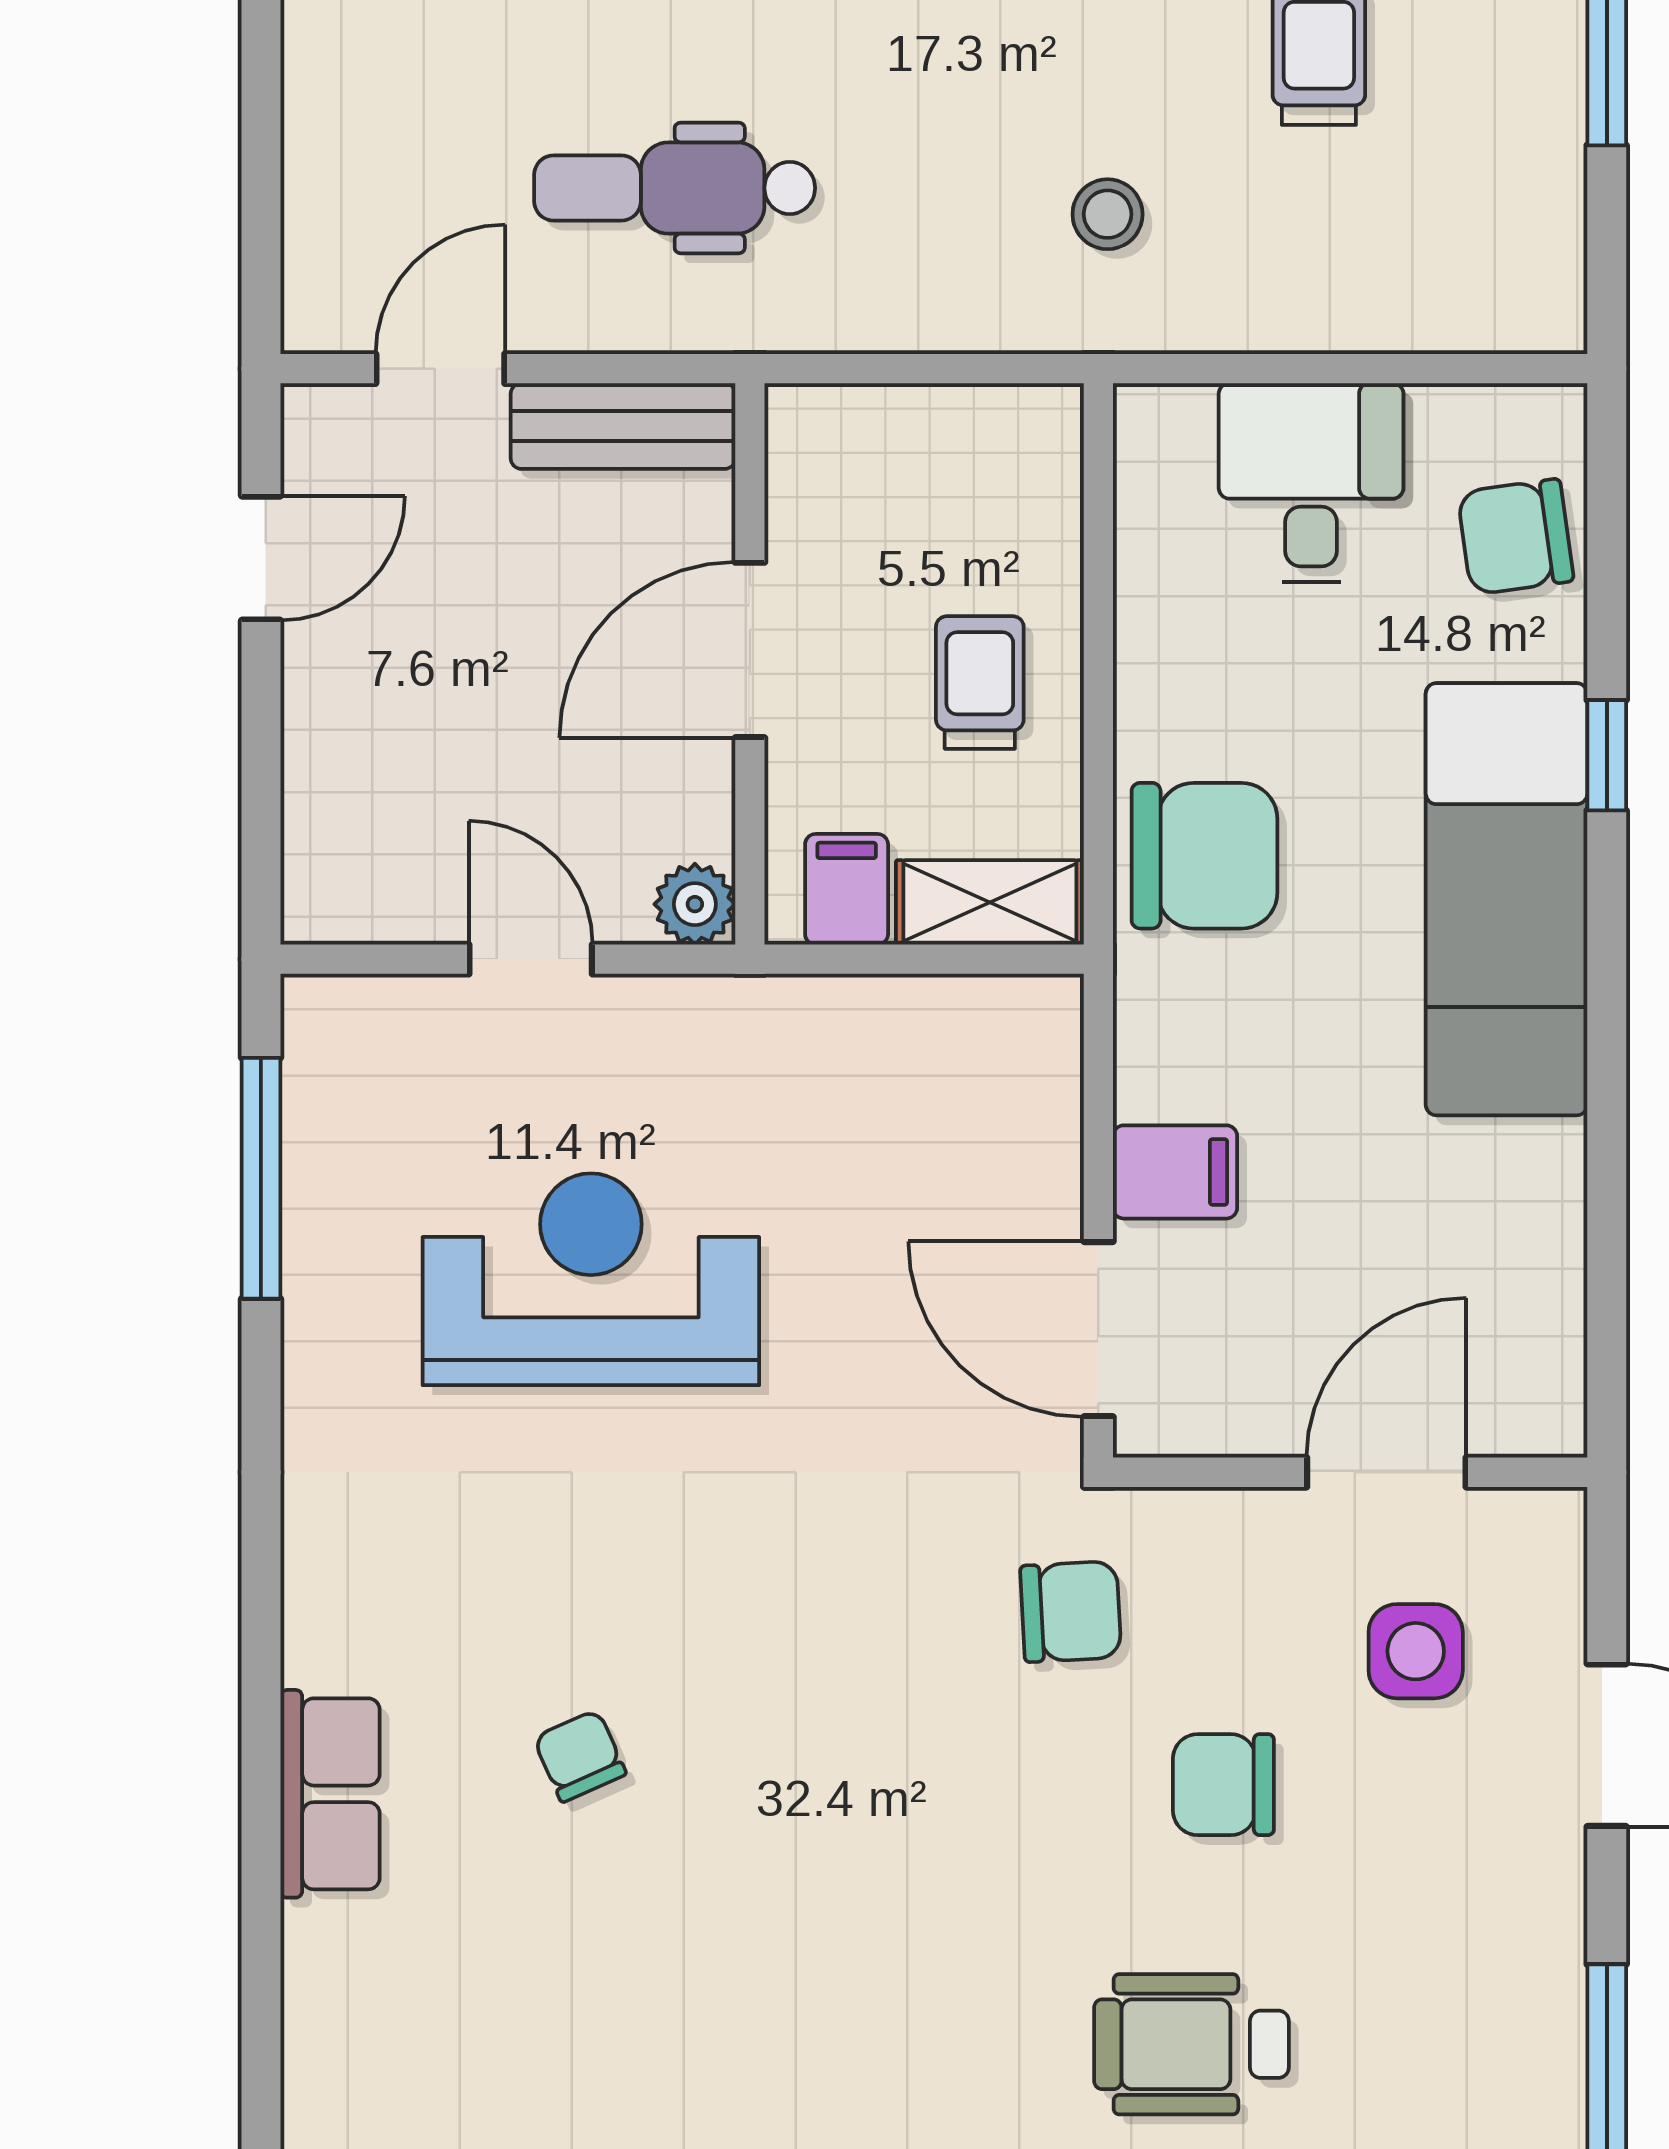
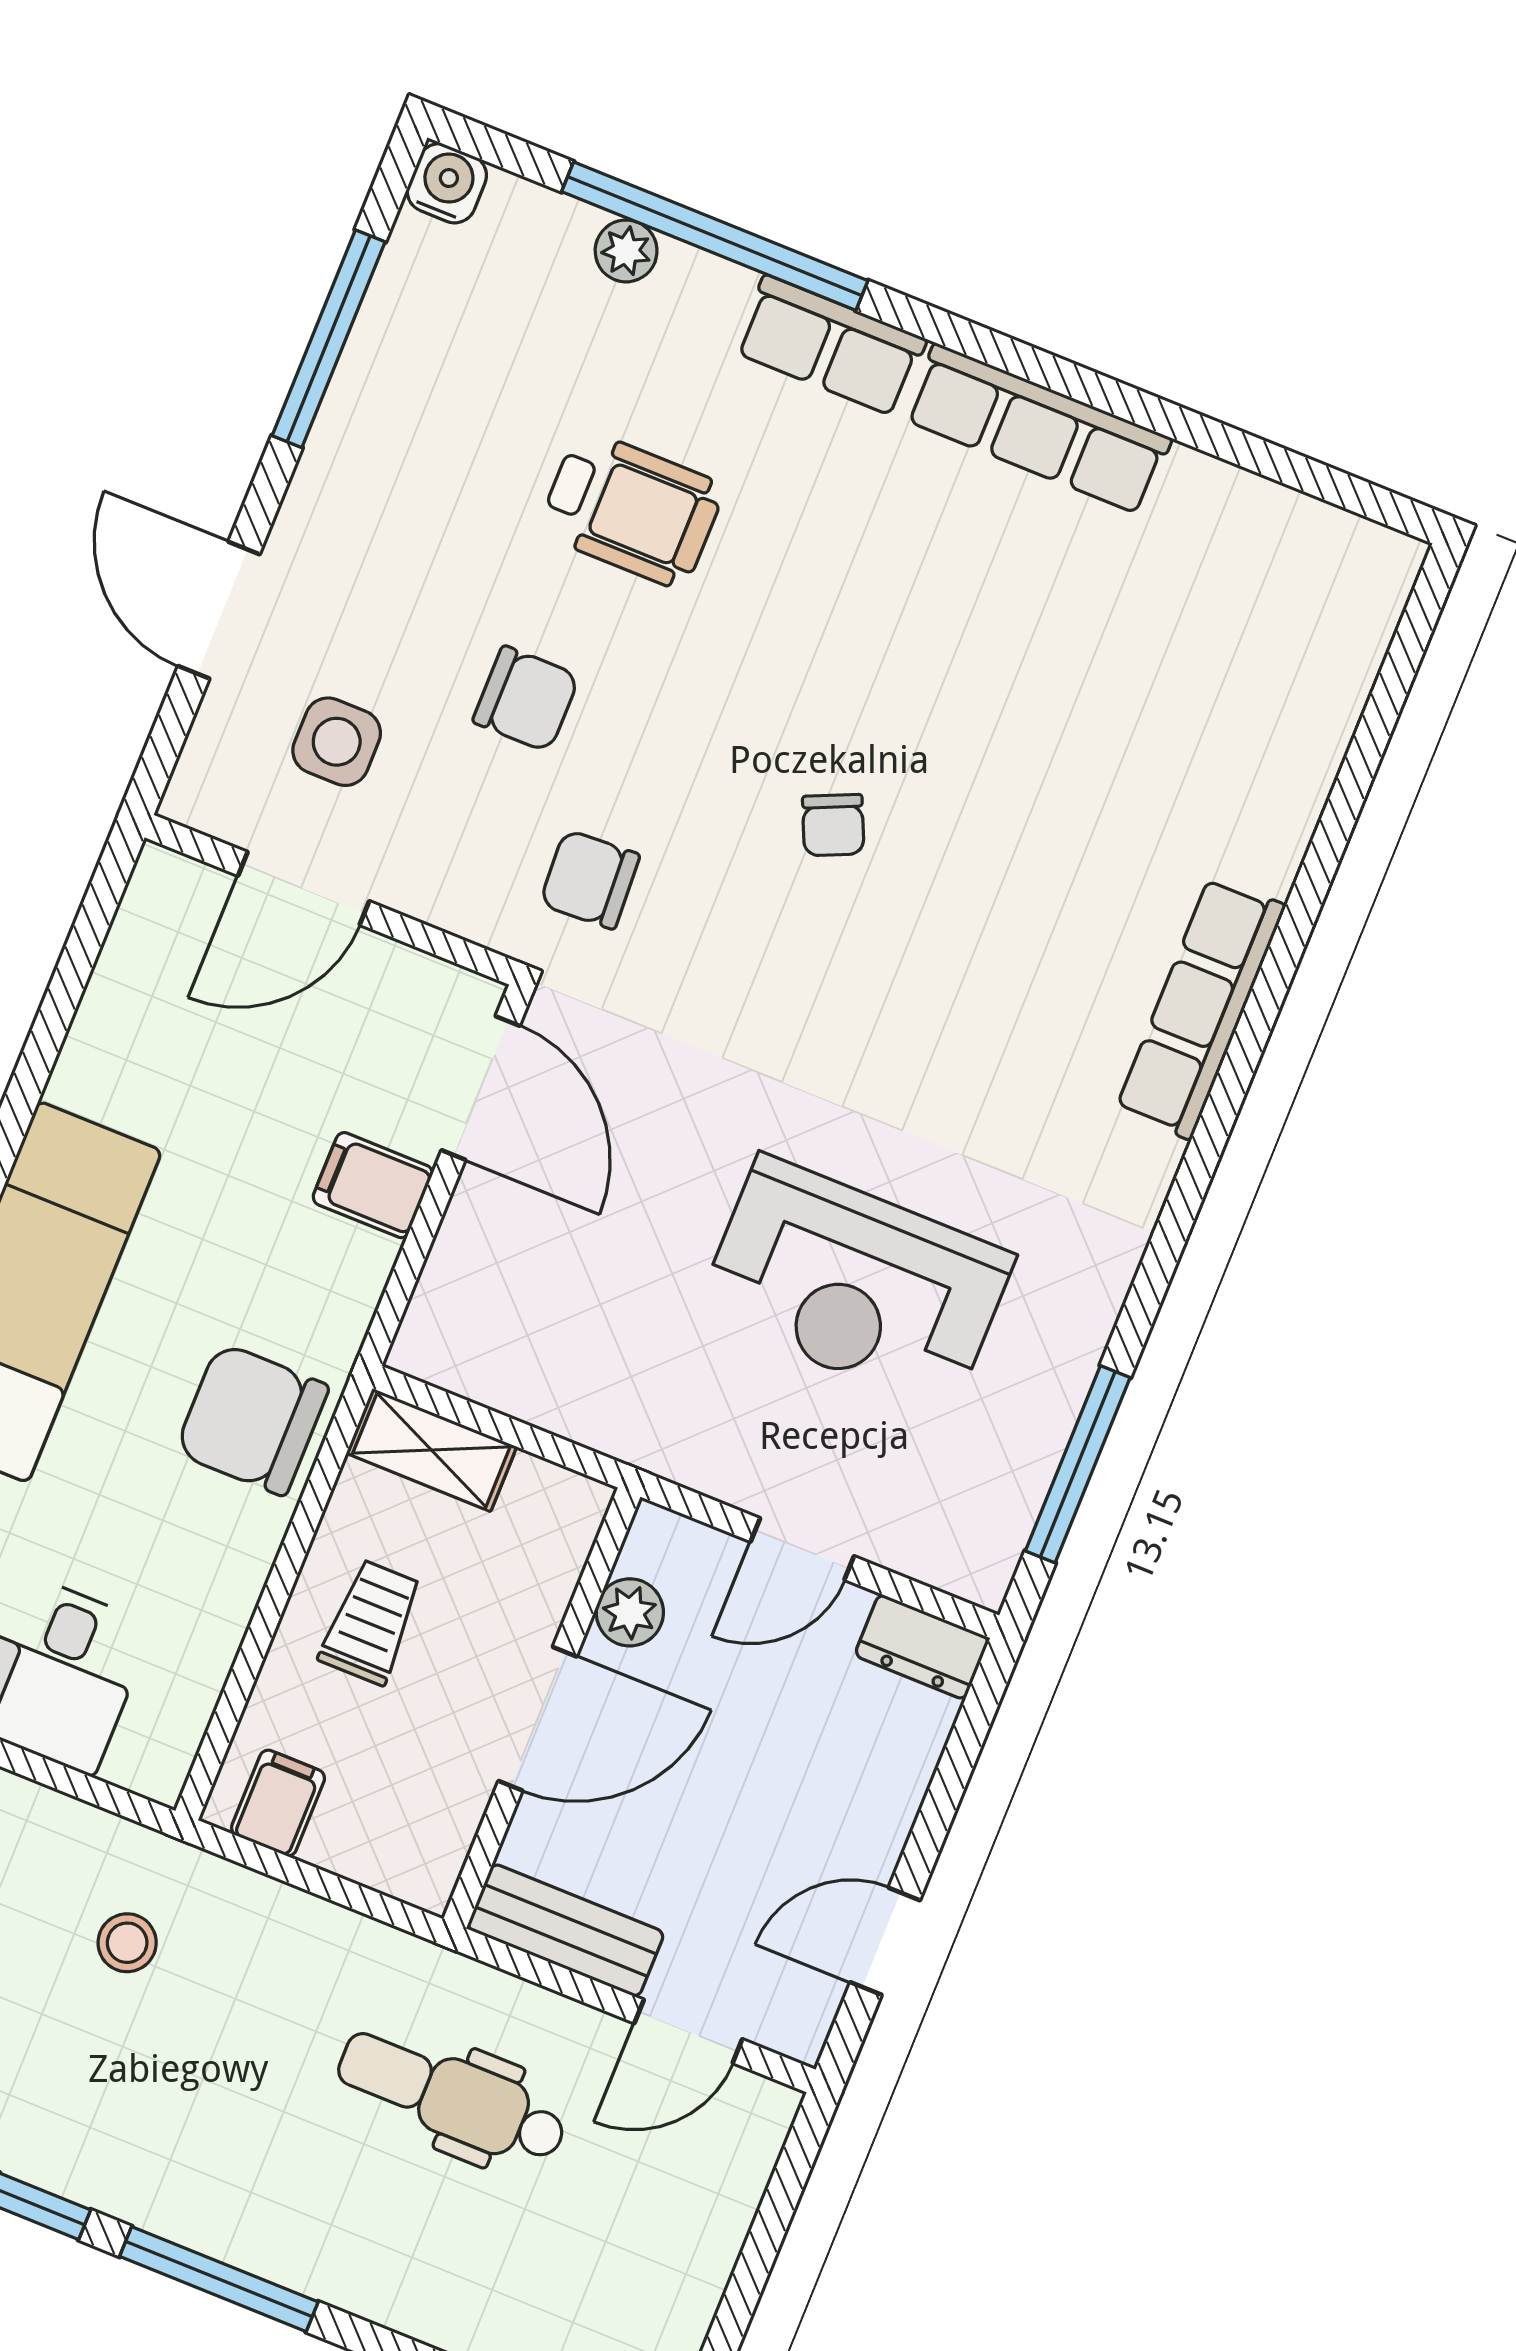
dental chair: (675, 188) -> (452, 2097), turned 180
trolley: (980, 683) -> (371, 1622), turned 180
filing cabinet: (847, 889) -> (278, 1803), moved, turned 180
dresser: (353, 904) -> (922, 1647), added
plant: (695, 904) -> (630, 1612), moved
door: (531, 959) -> (802, 1549), hinge flipped
chair: (580, 1756) -> (833, 825), moved
row of seats: (330, 1794) -> (1201, 1008), width x1.48

